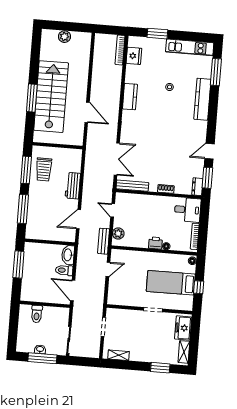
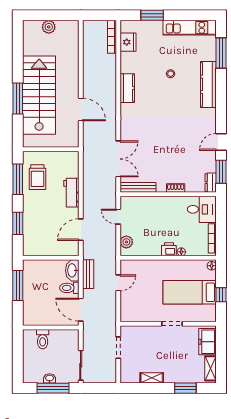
window: (23, 209) -> (18, 223), width x0.69
bench: (104, 241) -> (88, 274), moved
shelving: (119, 355) -> (152, 378), moved

